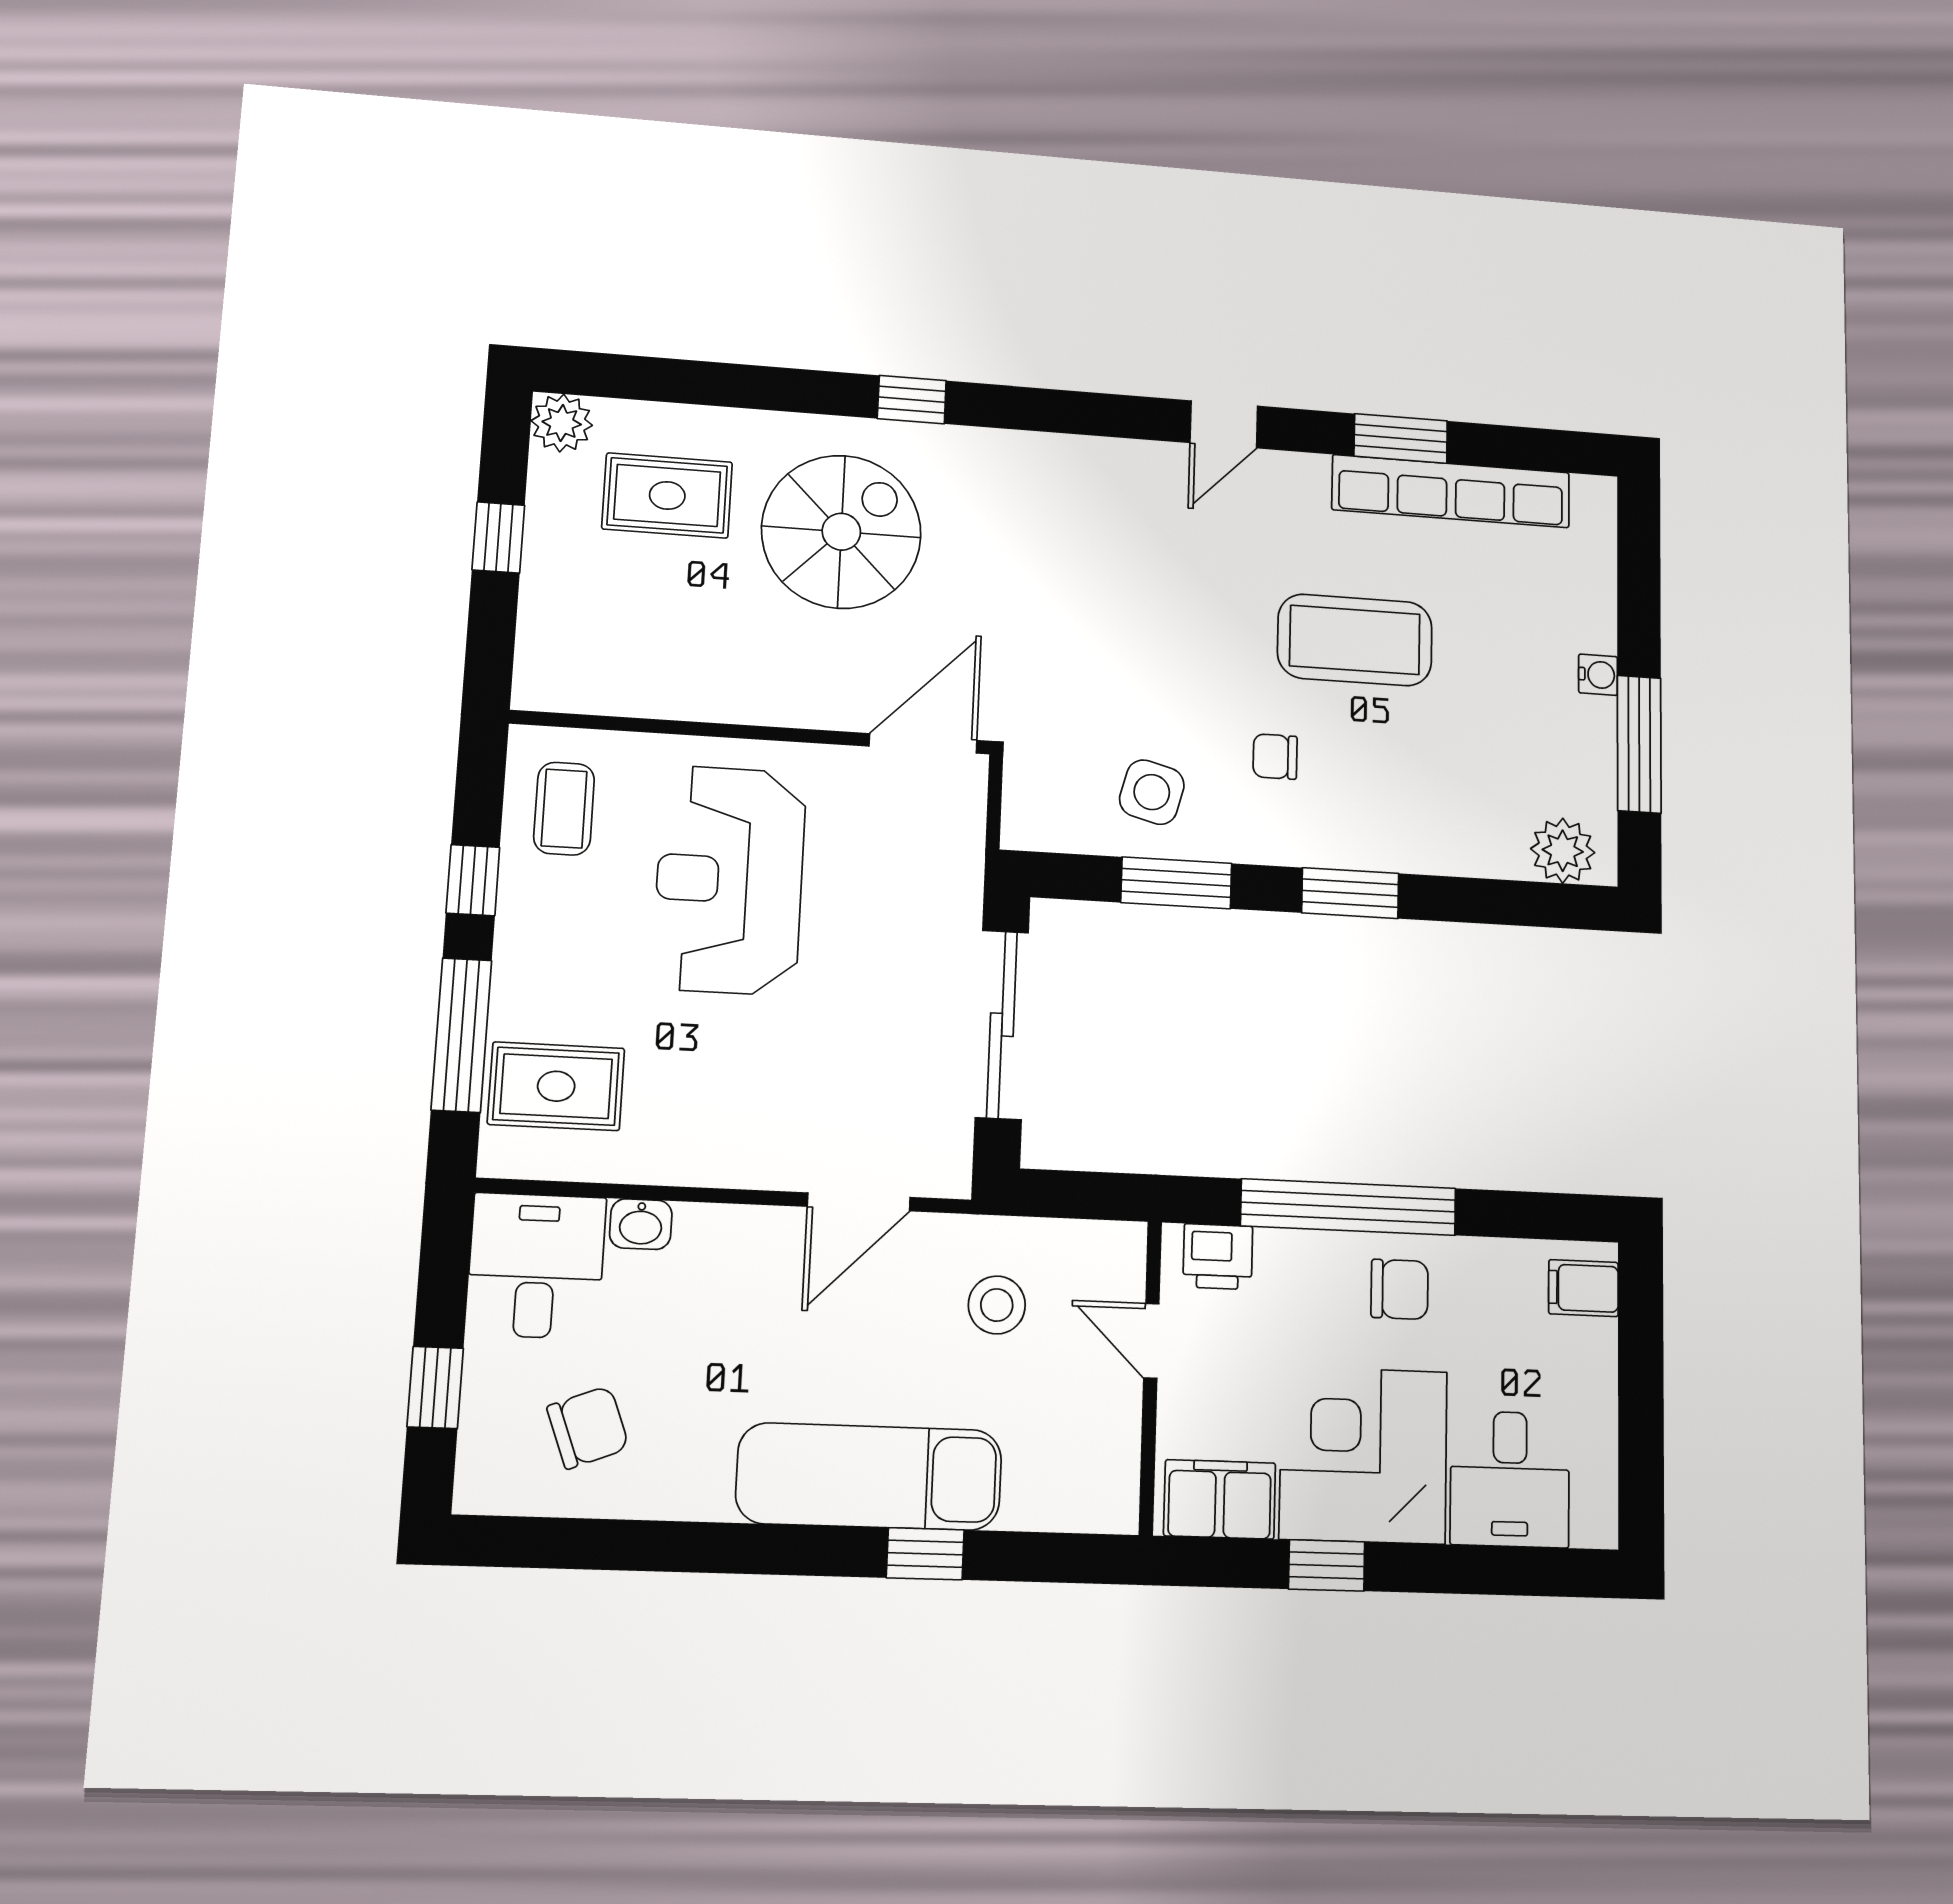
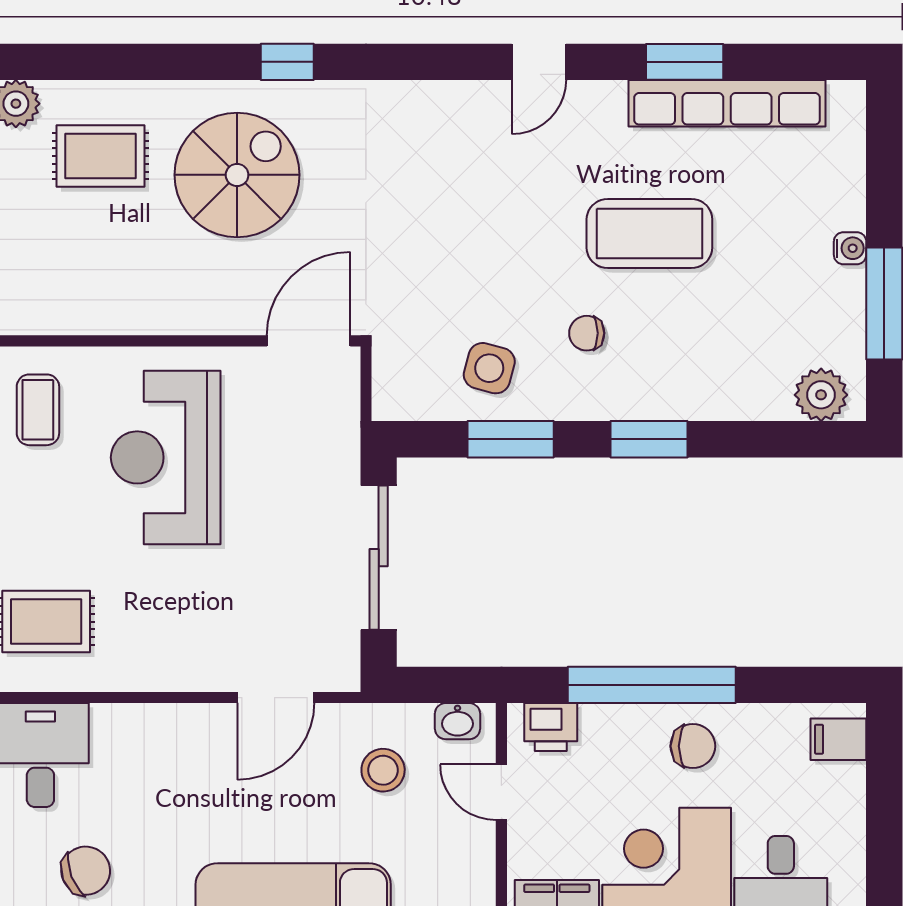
washbasin: (641, 1224) -> (457, 721), moved

